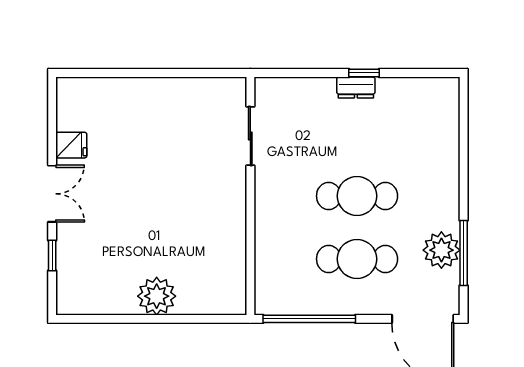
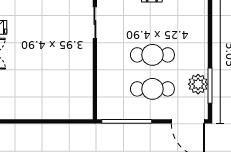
plant: (157, 296) -> (44, 109), removed

